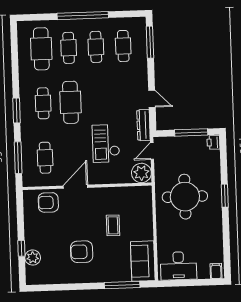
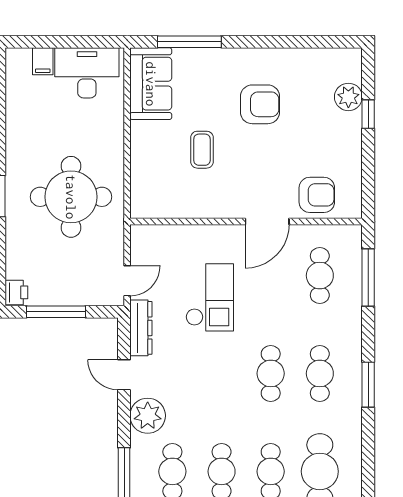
cafe table: (70, 102) -> (271, 373), width x0.73, depth x0.74
window: (17, 111) -> (368, 385), moved
plant: (141, 173) -> (148, 416), moved
filing cabinet: (216, 271) -> (43, 61), moved

